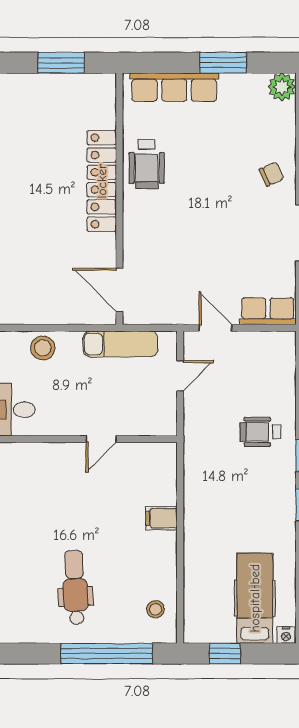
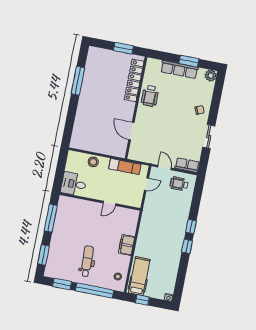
row of seats: (174, 87) -> (179, 69), moved
locker: (102, 181) -> (134, 80), moved
door: (119, 290) -> (131, 131), moved
wheelchair: (260, 432) -> (179, 184), moved
filing cabinet: (161, 518) -> (127, 245), width x2.00
hospital bed: (255, 598) -> (139, 276), moved
window: (26, 654) -> (62, 284), added

